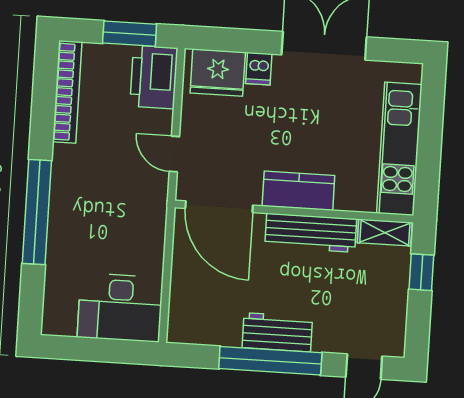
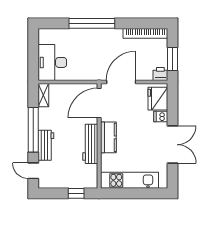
printer: (154, 77) -> (160, 74), width x0.53, depth x0.68
door: (174, 154) -> (121, 82), width x1.87
shelving: (385, 233) -> (43, 95), moved
workbench: (277, 332) -> (46, 145), moved

